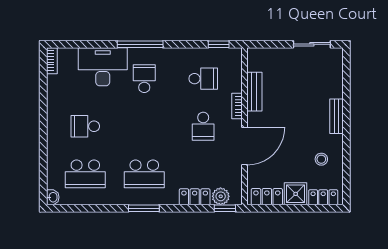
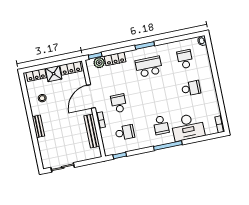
school desk: (203, 79) -> (125, 132), turned 180
bench: (254, 92) -> (92, 131), width x1.36
school desk: (85, 174) -> (185, 59), width x0.54

